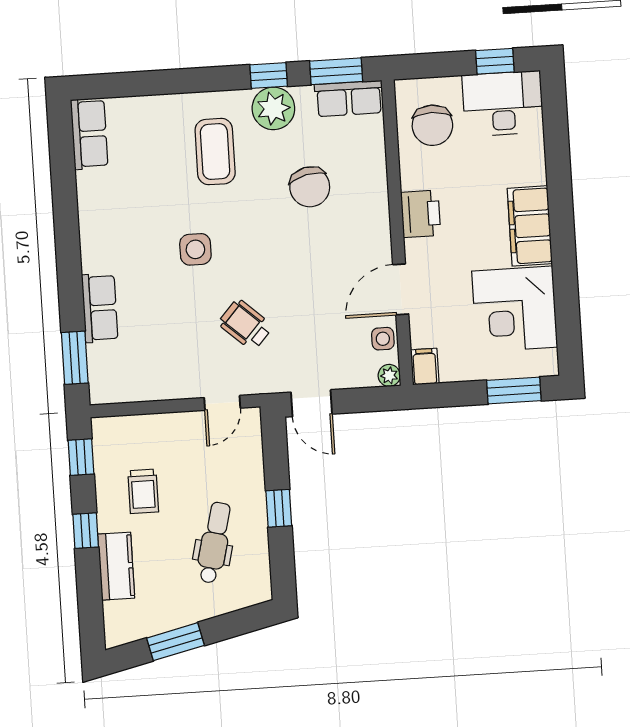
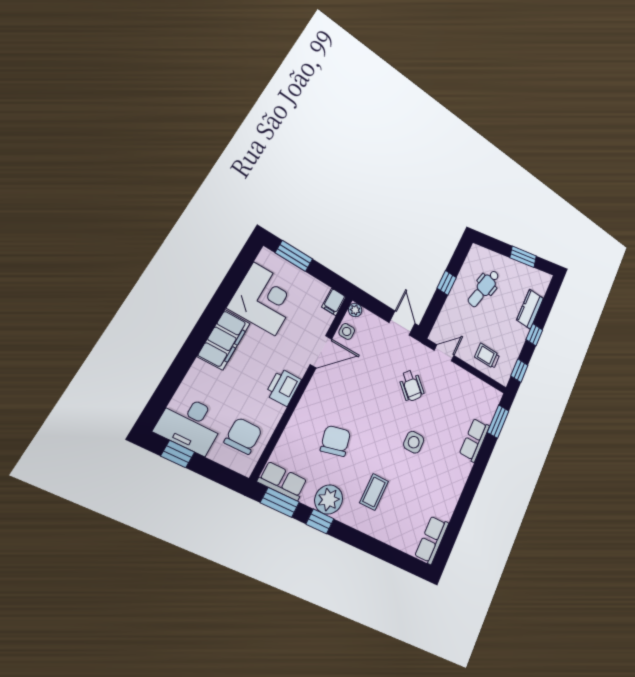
coffee table: (215, 152) -> (374, 492), width x0.73, depth x0.77
trolley: (143, 491) -> (487, 356), moved, turned -90

